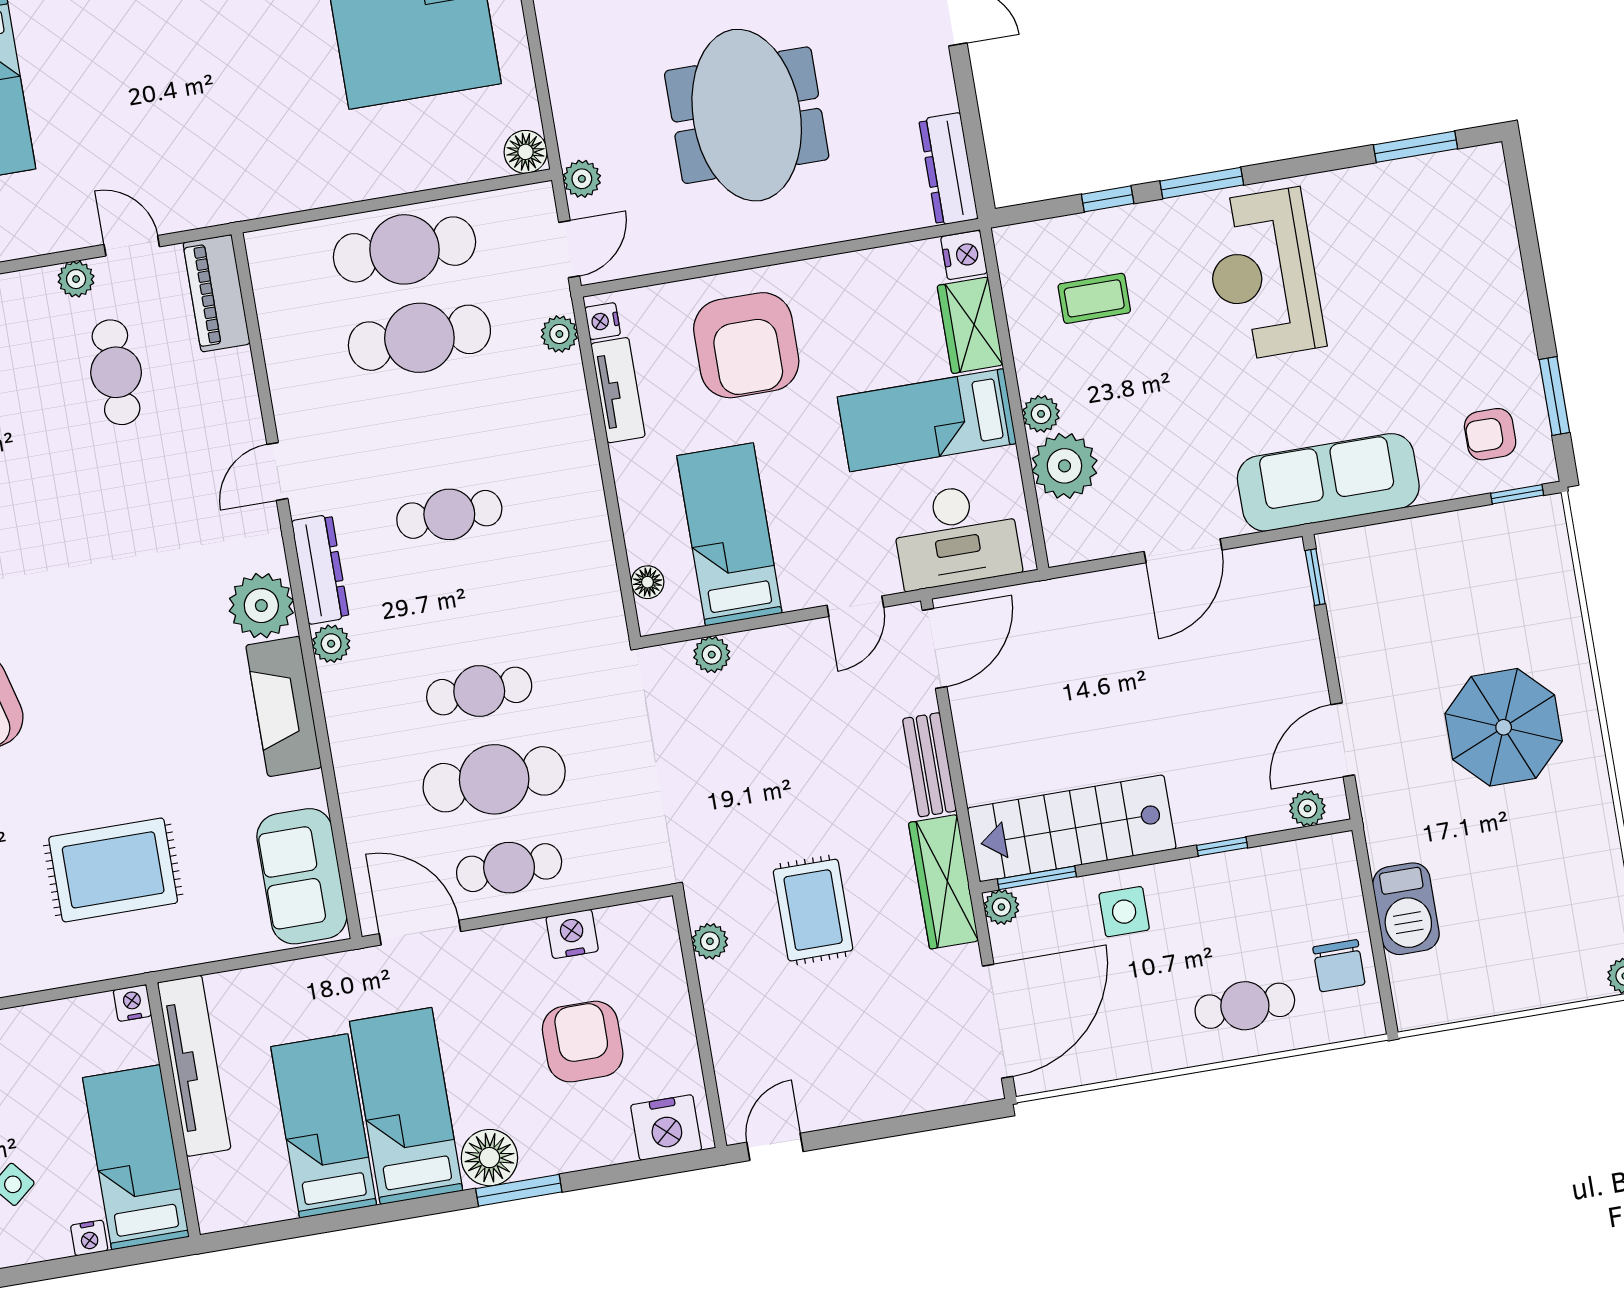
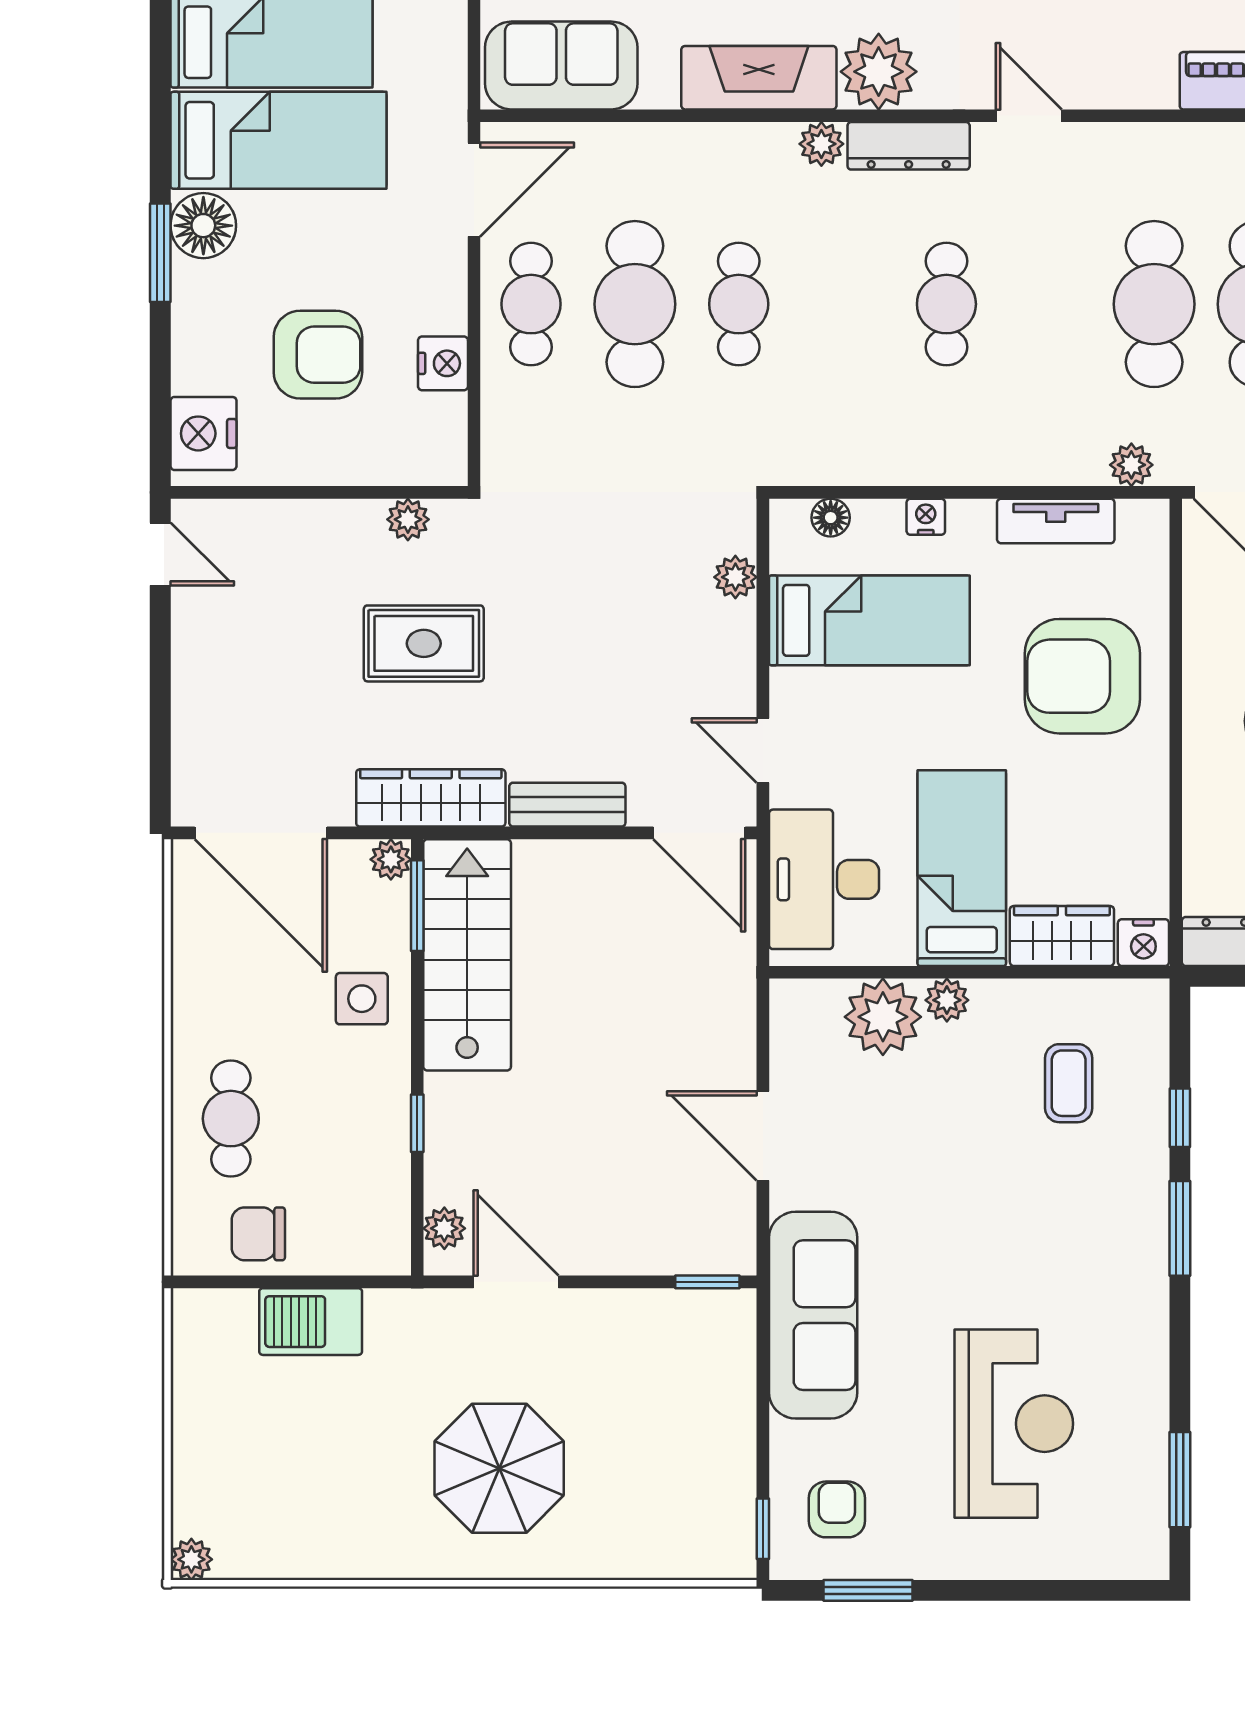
reception desk: (1263, 275) -> (1014, 1424), moved, turned 90
nightstand: (603, 321) -> (926, 517), moved

